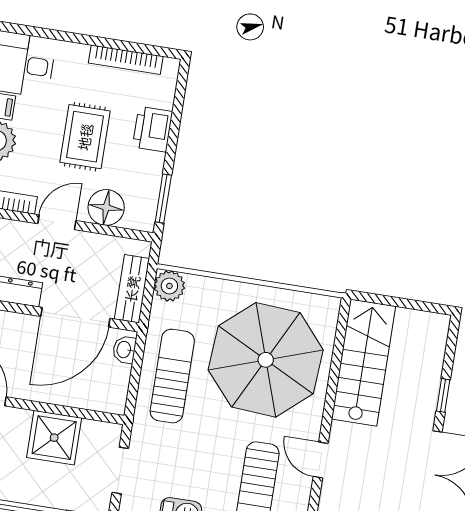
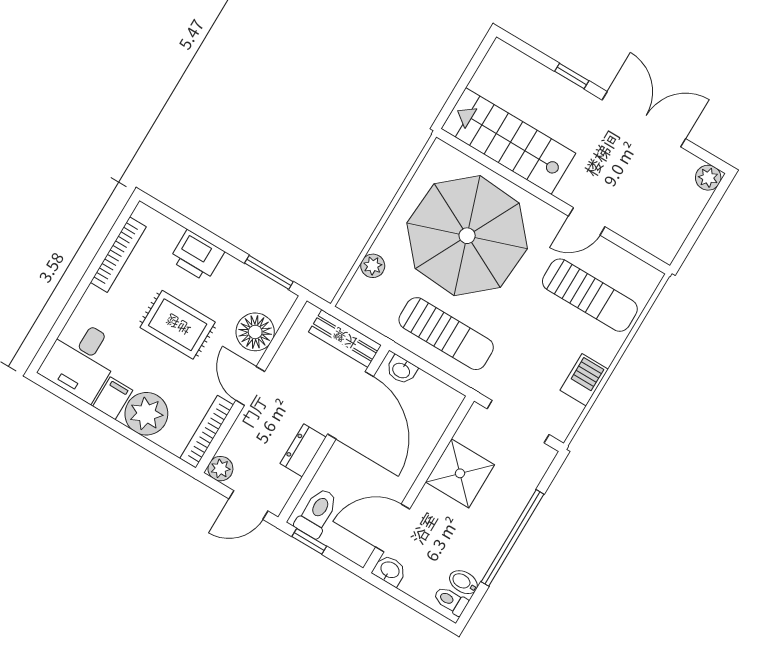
plant: (169, 286) -> (373, 266), moved, width x0.73, depth x0.73
sun lounger: (172, 376) -> (446, 334), turned 180
doorway: (120, 470) -> (518, 422), width x1.38

